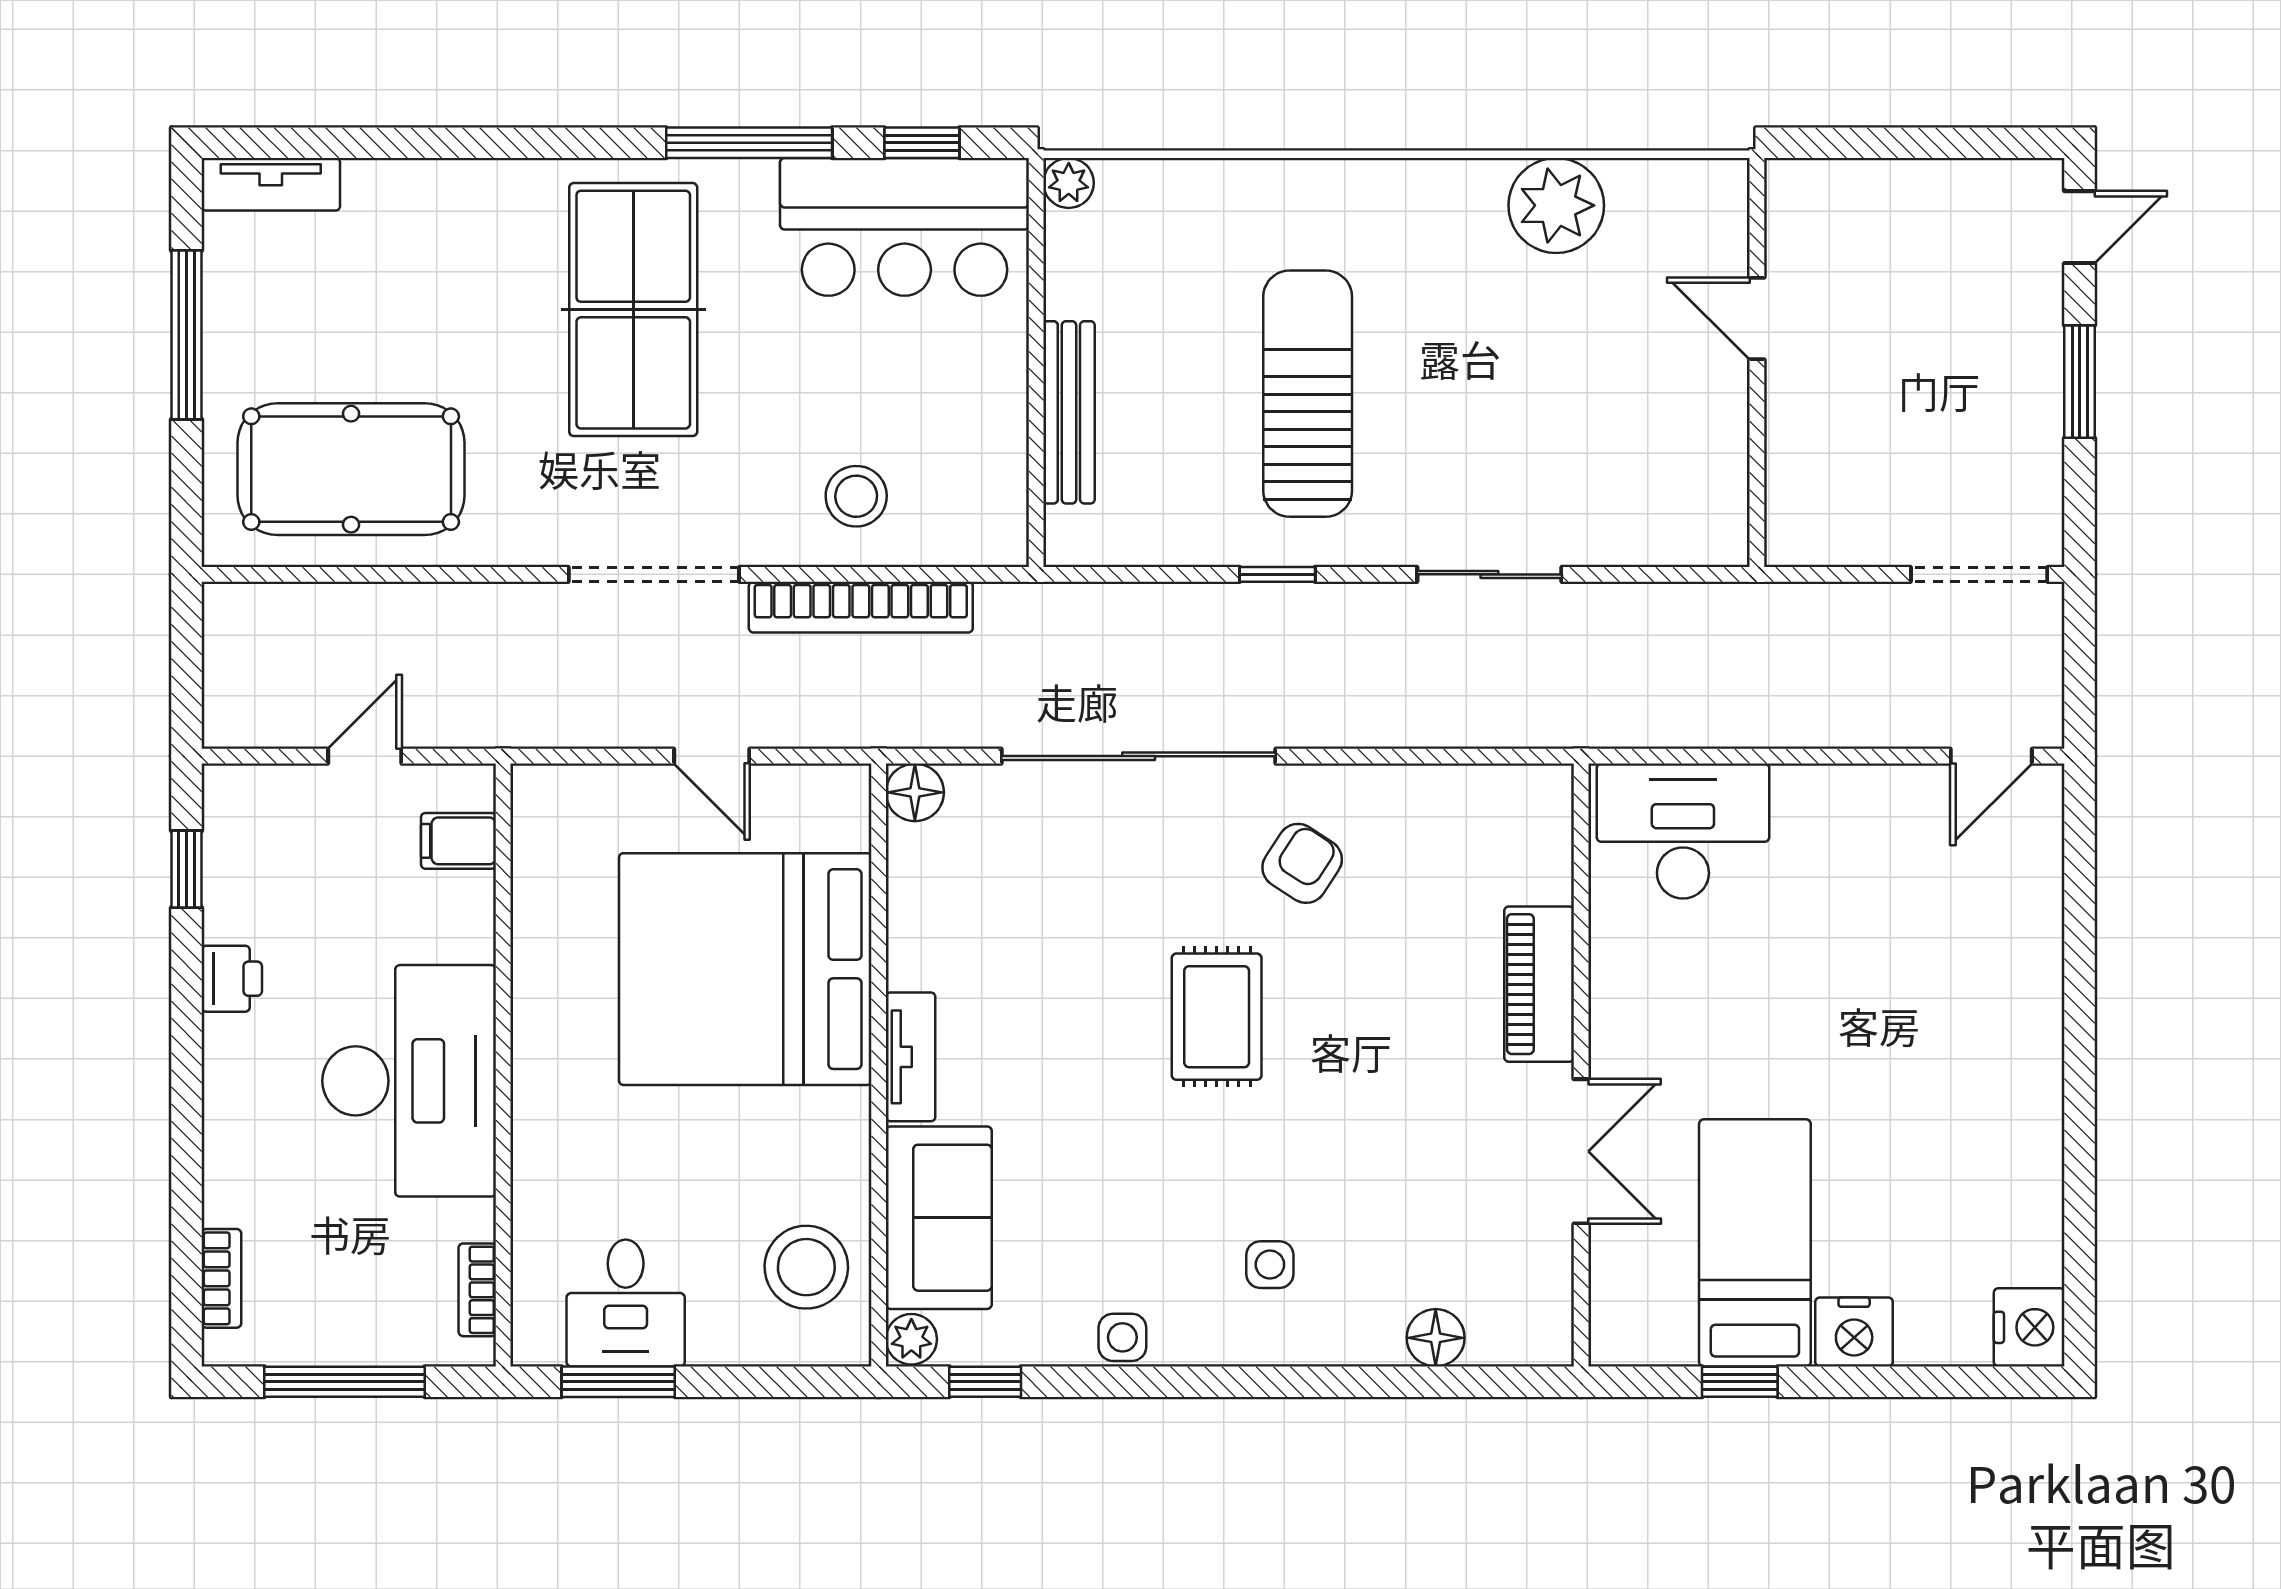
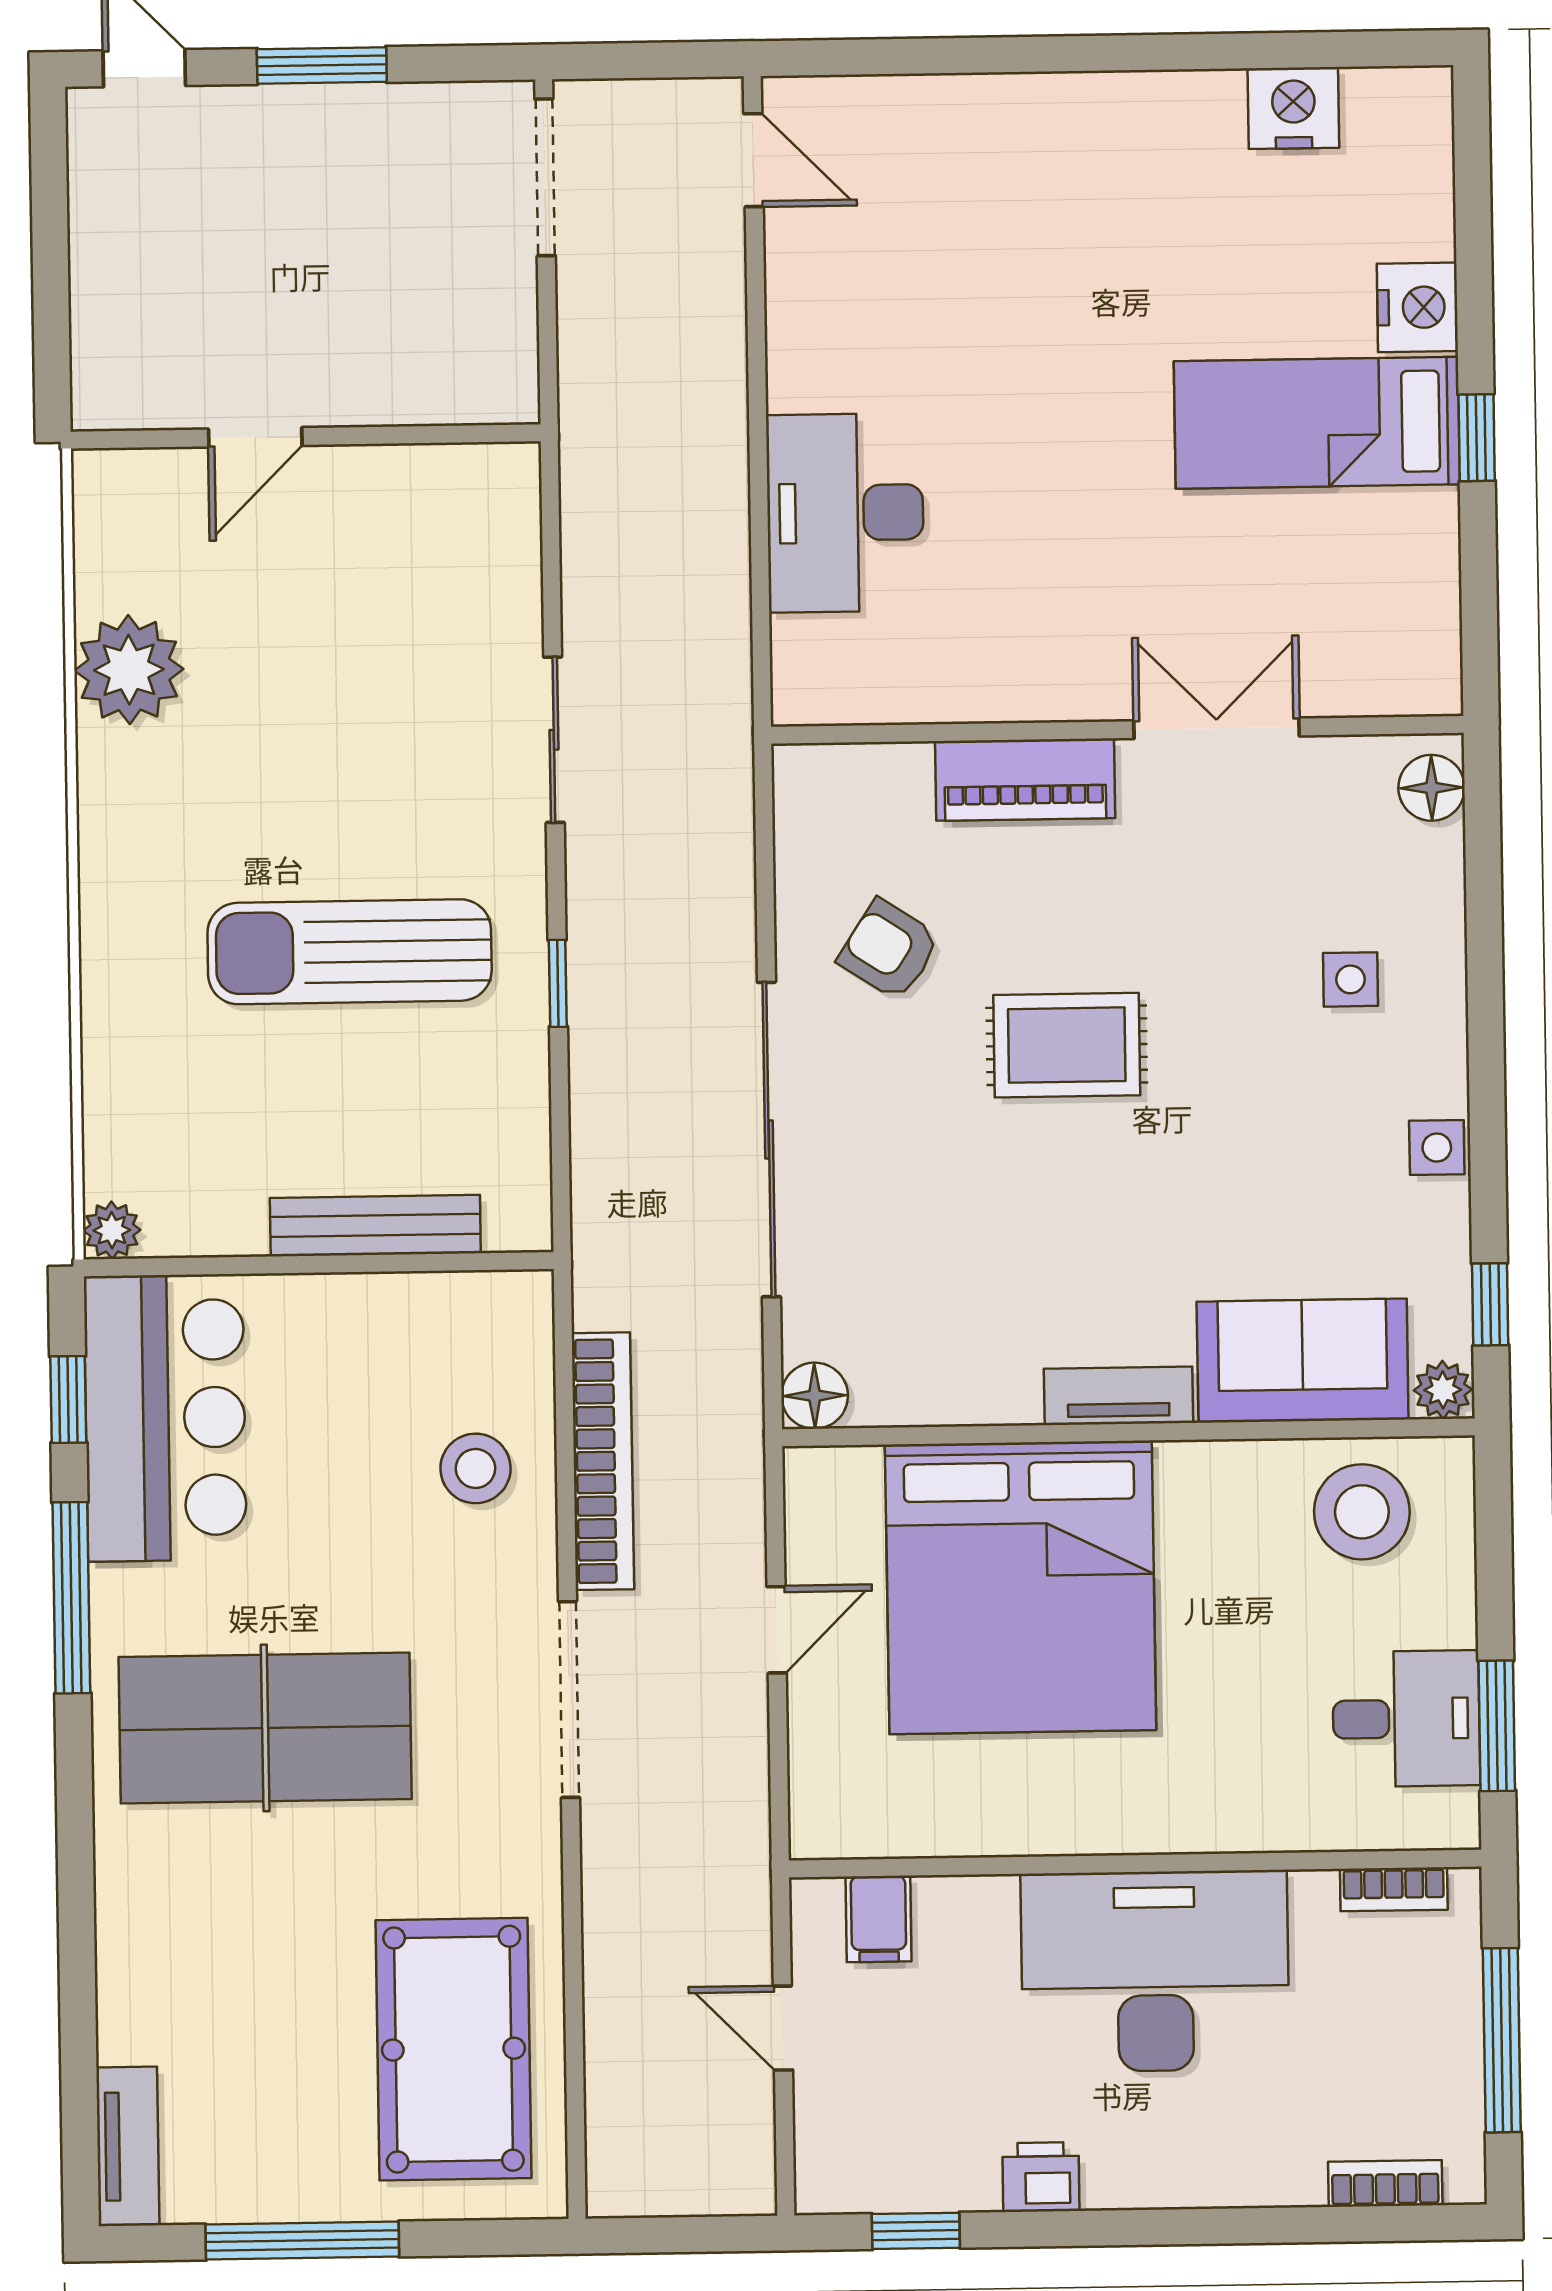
piano: (1539, 984) -> (1025, 780), moved
wall: (1581, 1065) -> (1117, 730), moved
double door: (1581, 1151) -> (1216, 728), moved
nightstand: (2029, 1327) -> (1293, 108), moved

